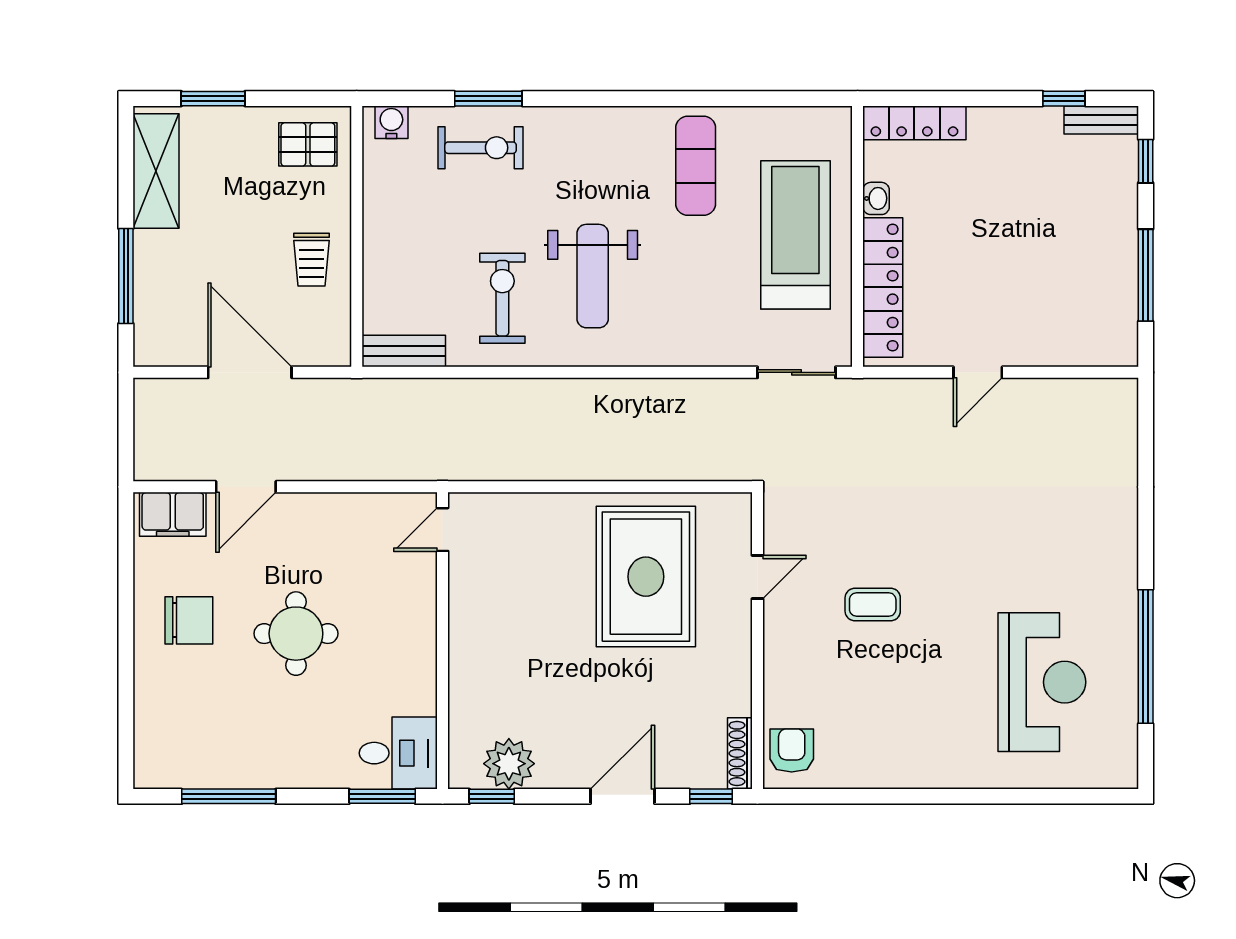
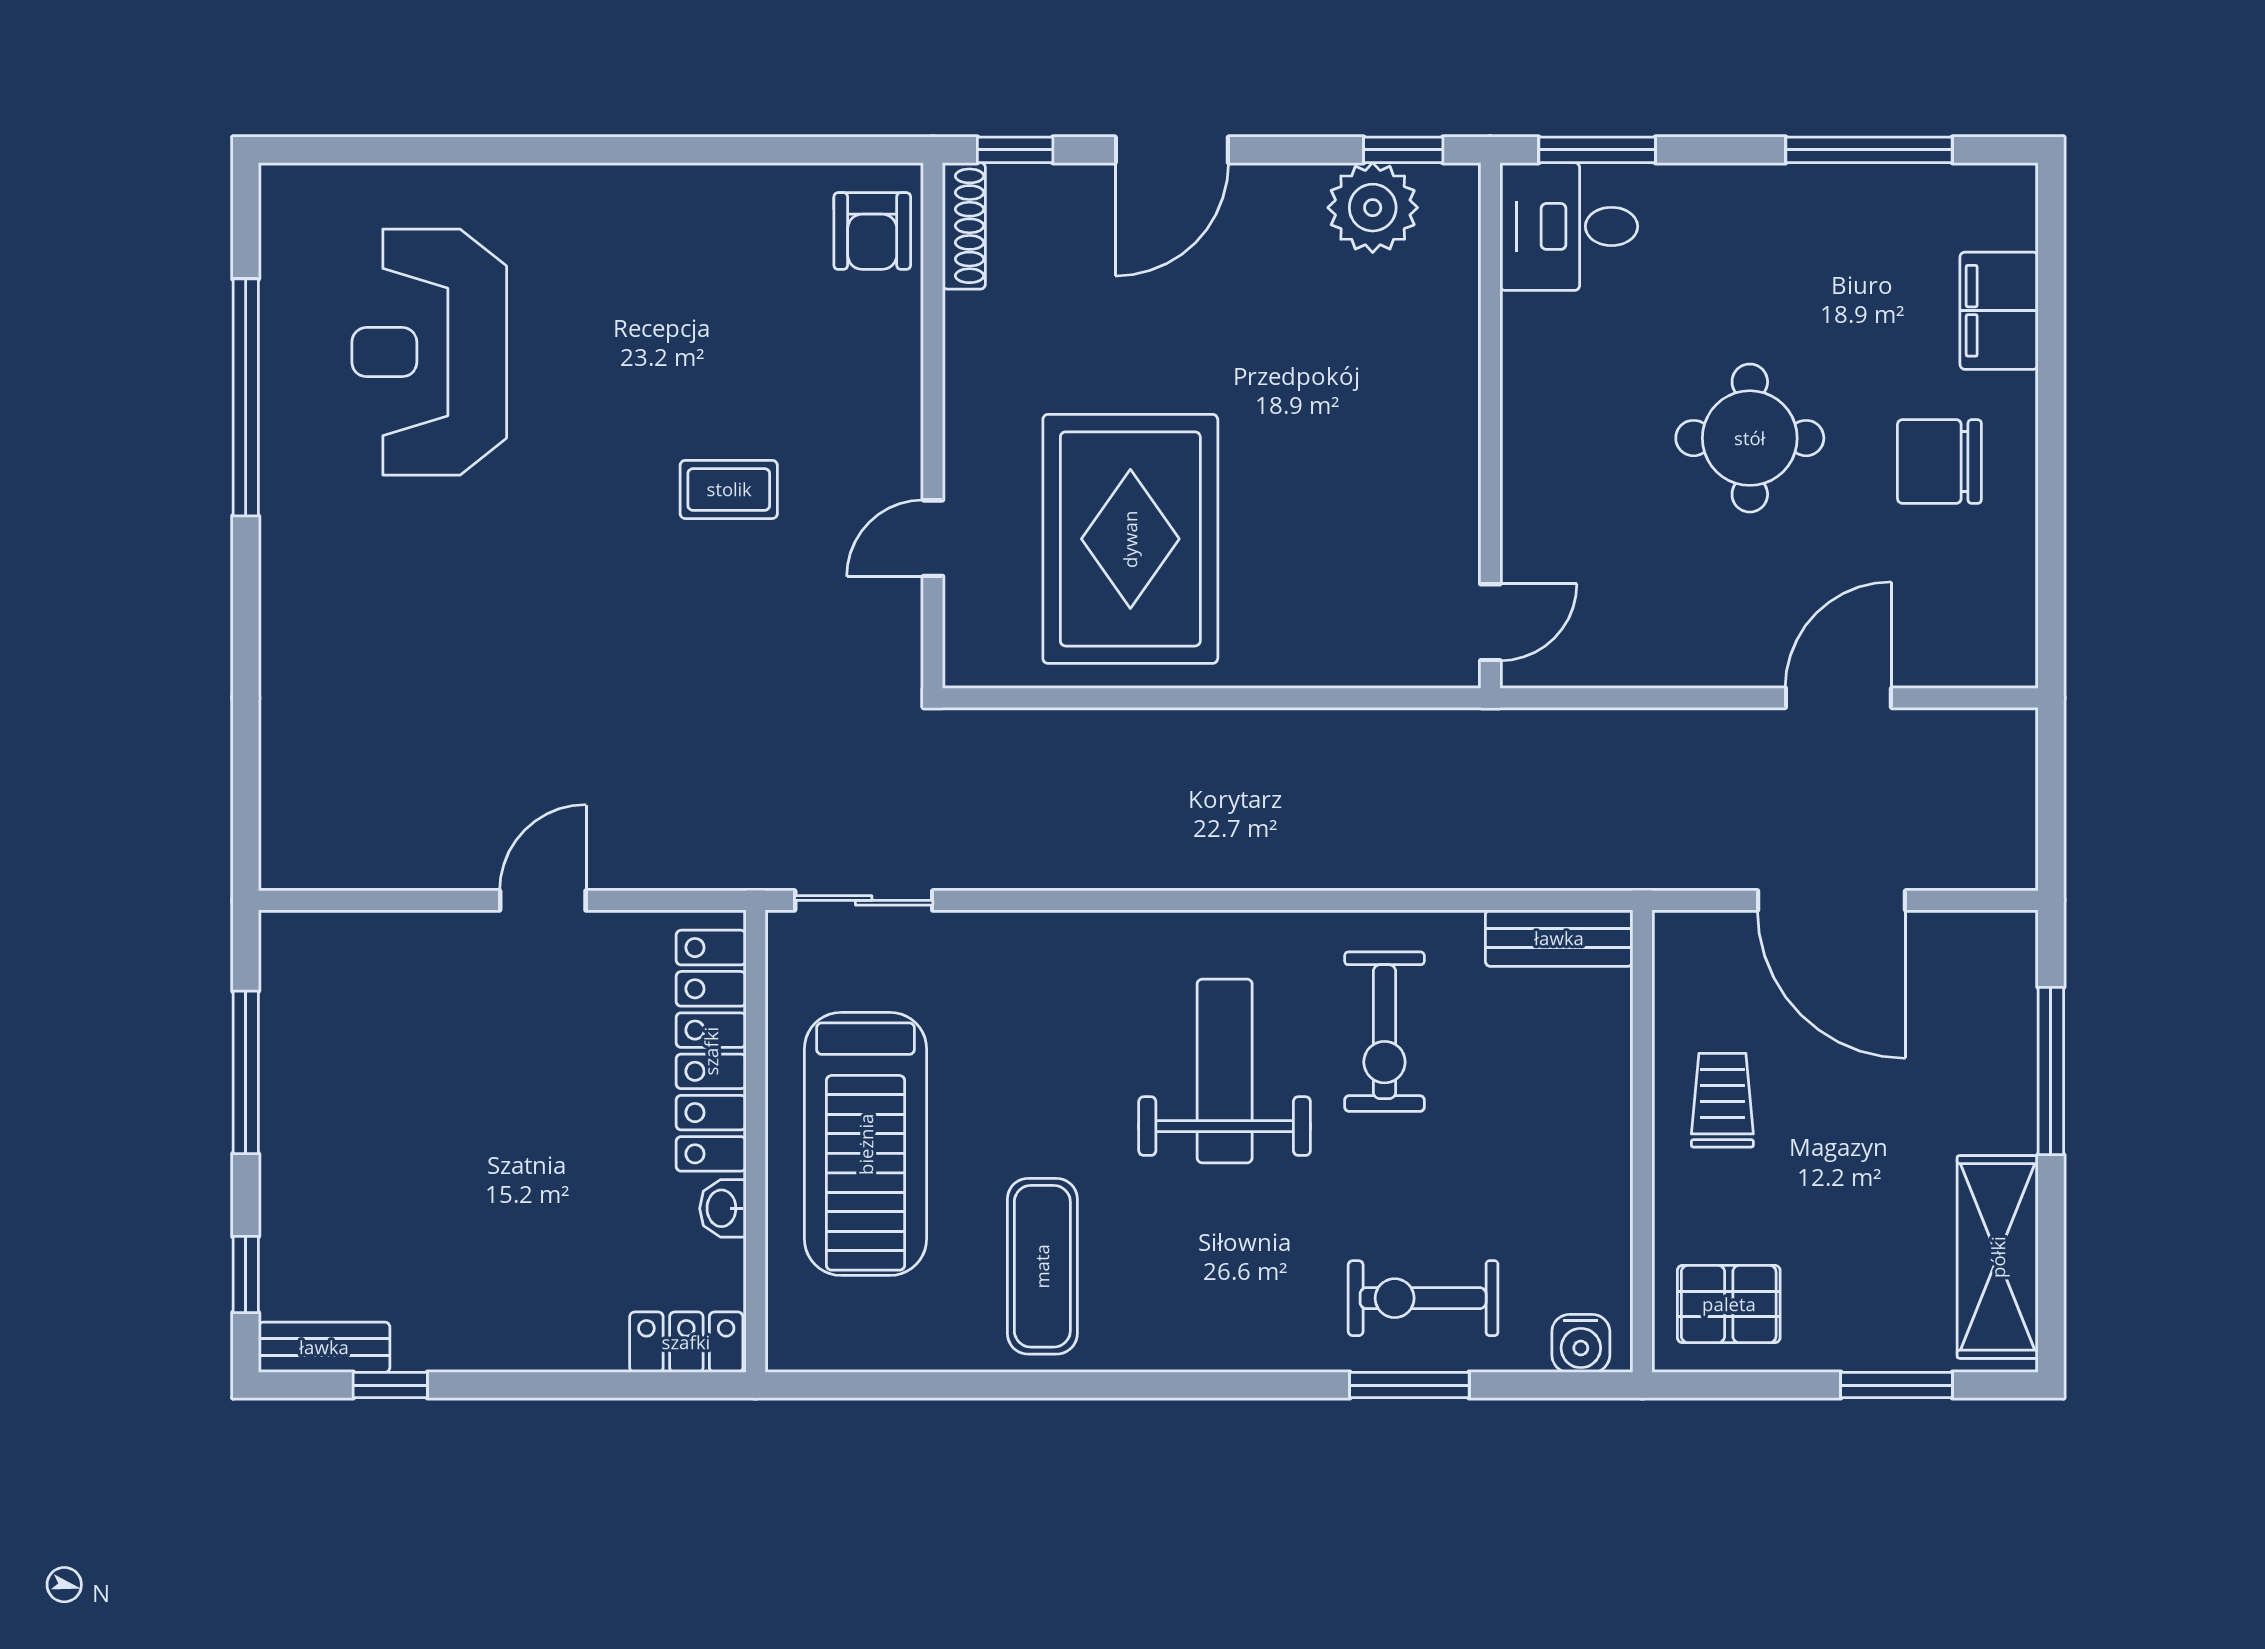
locker: (914, 123) -> (686, 1342), width x0.66
filing cabinet: (173, 514) -> (1999, 311), moved, turned -90

